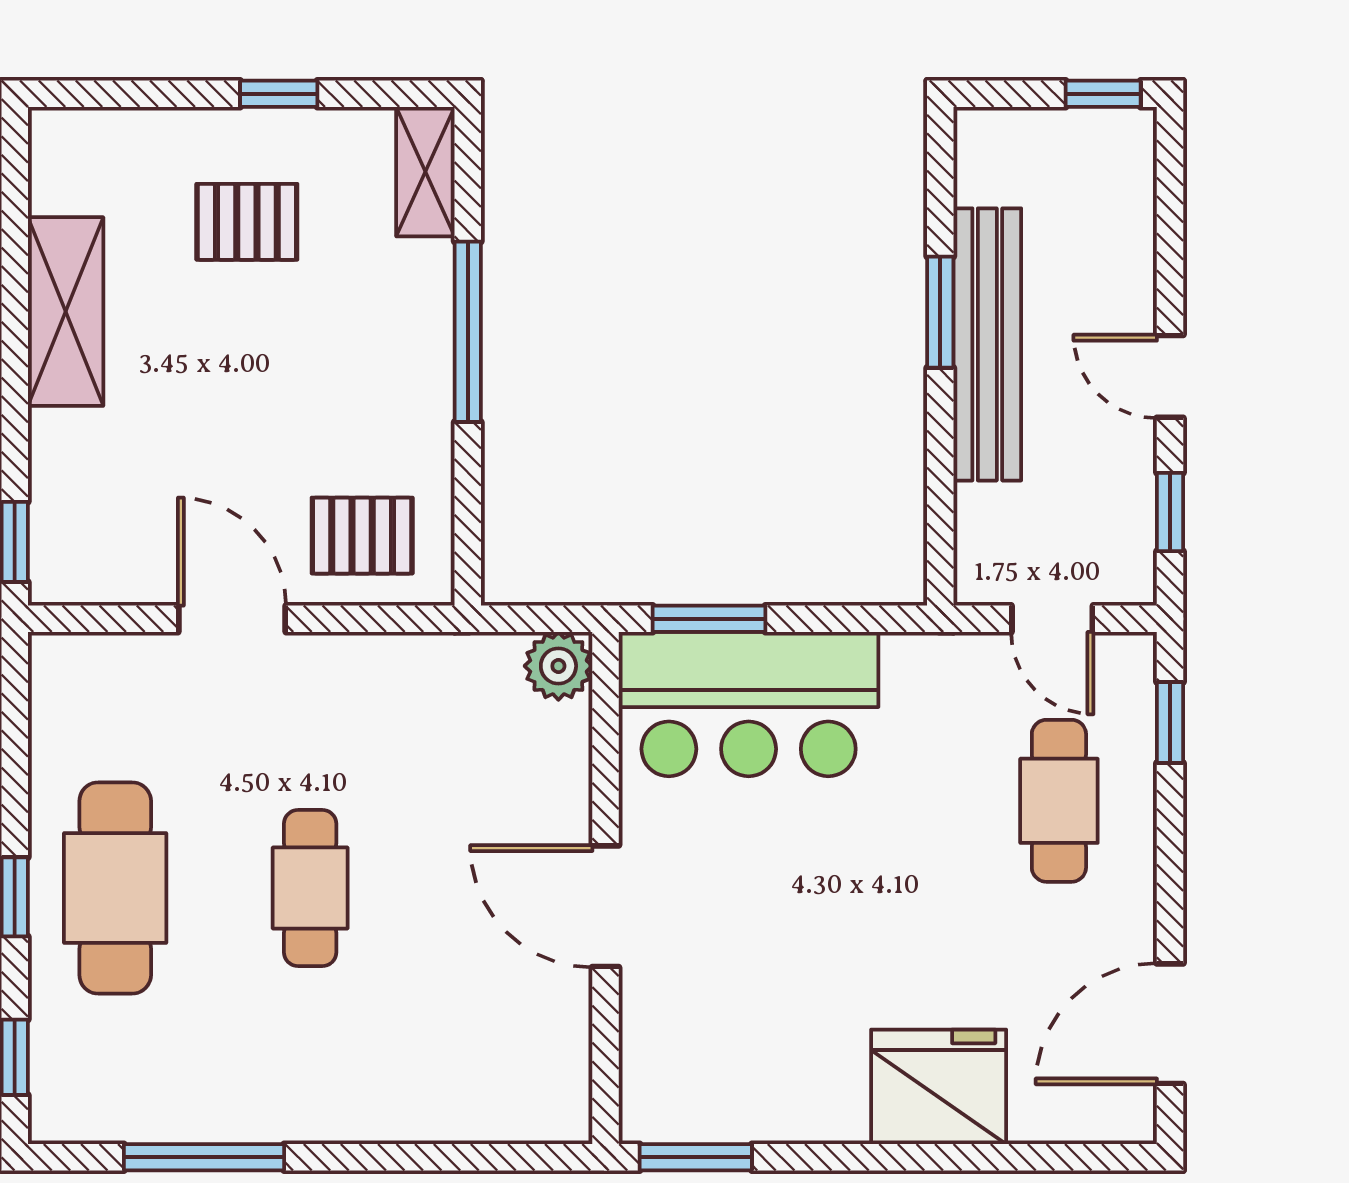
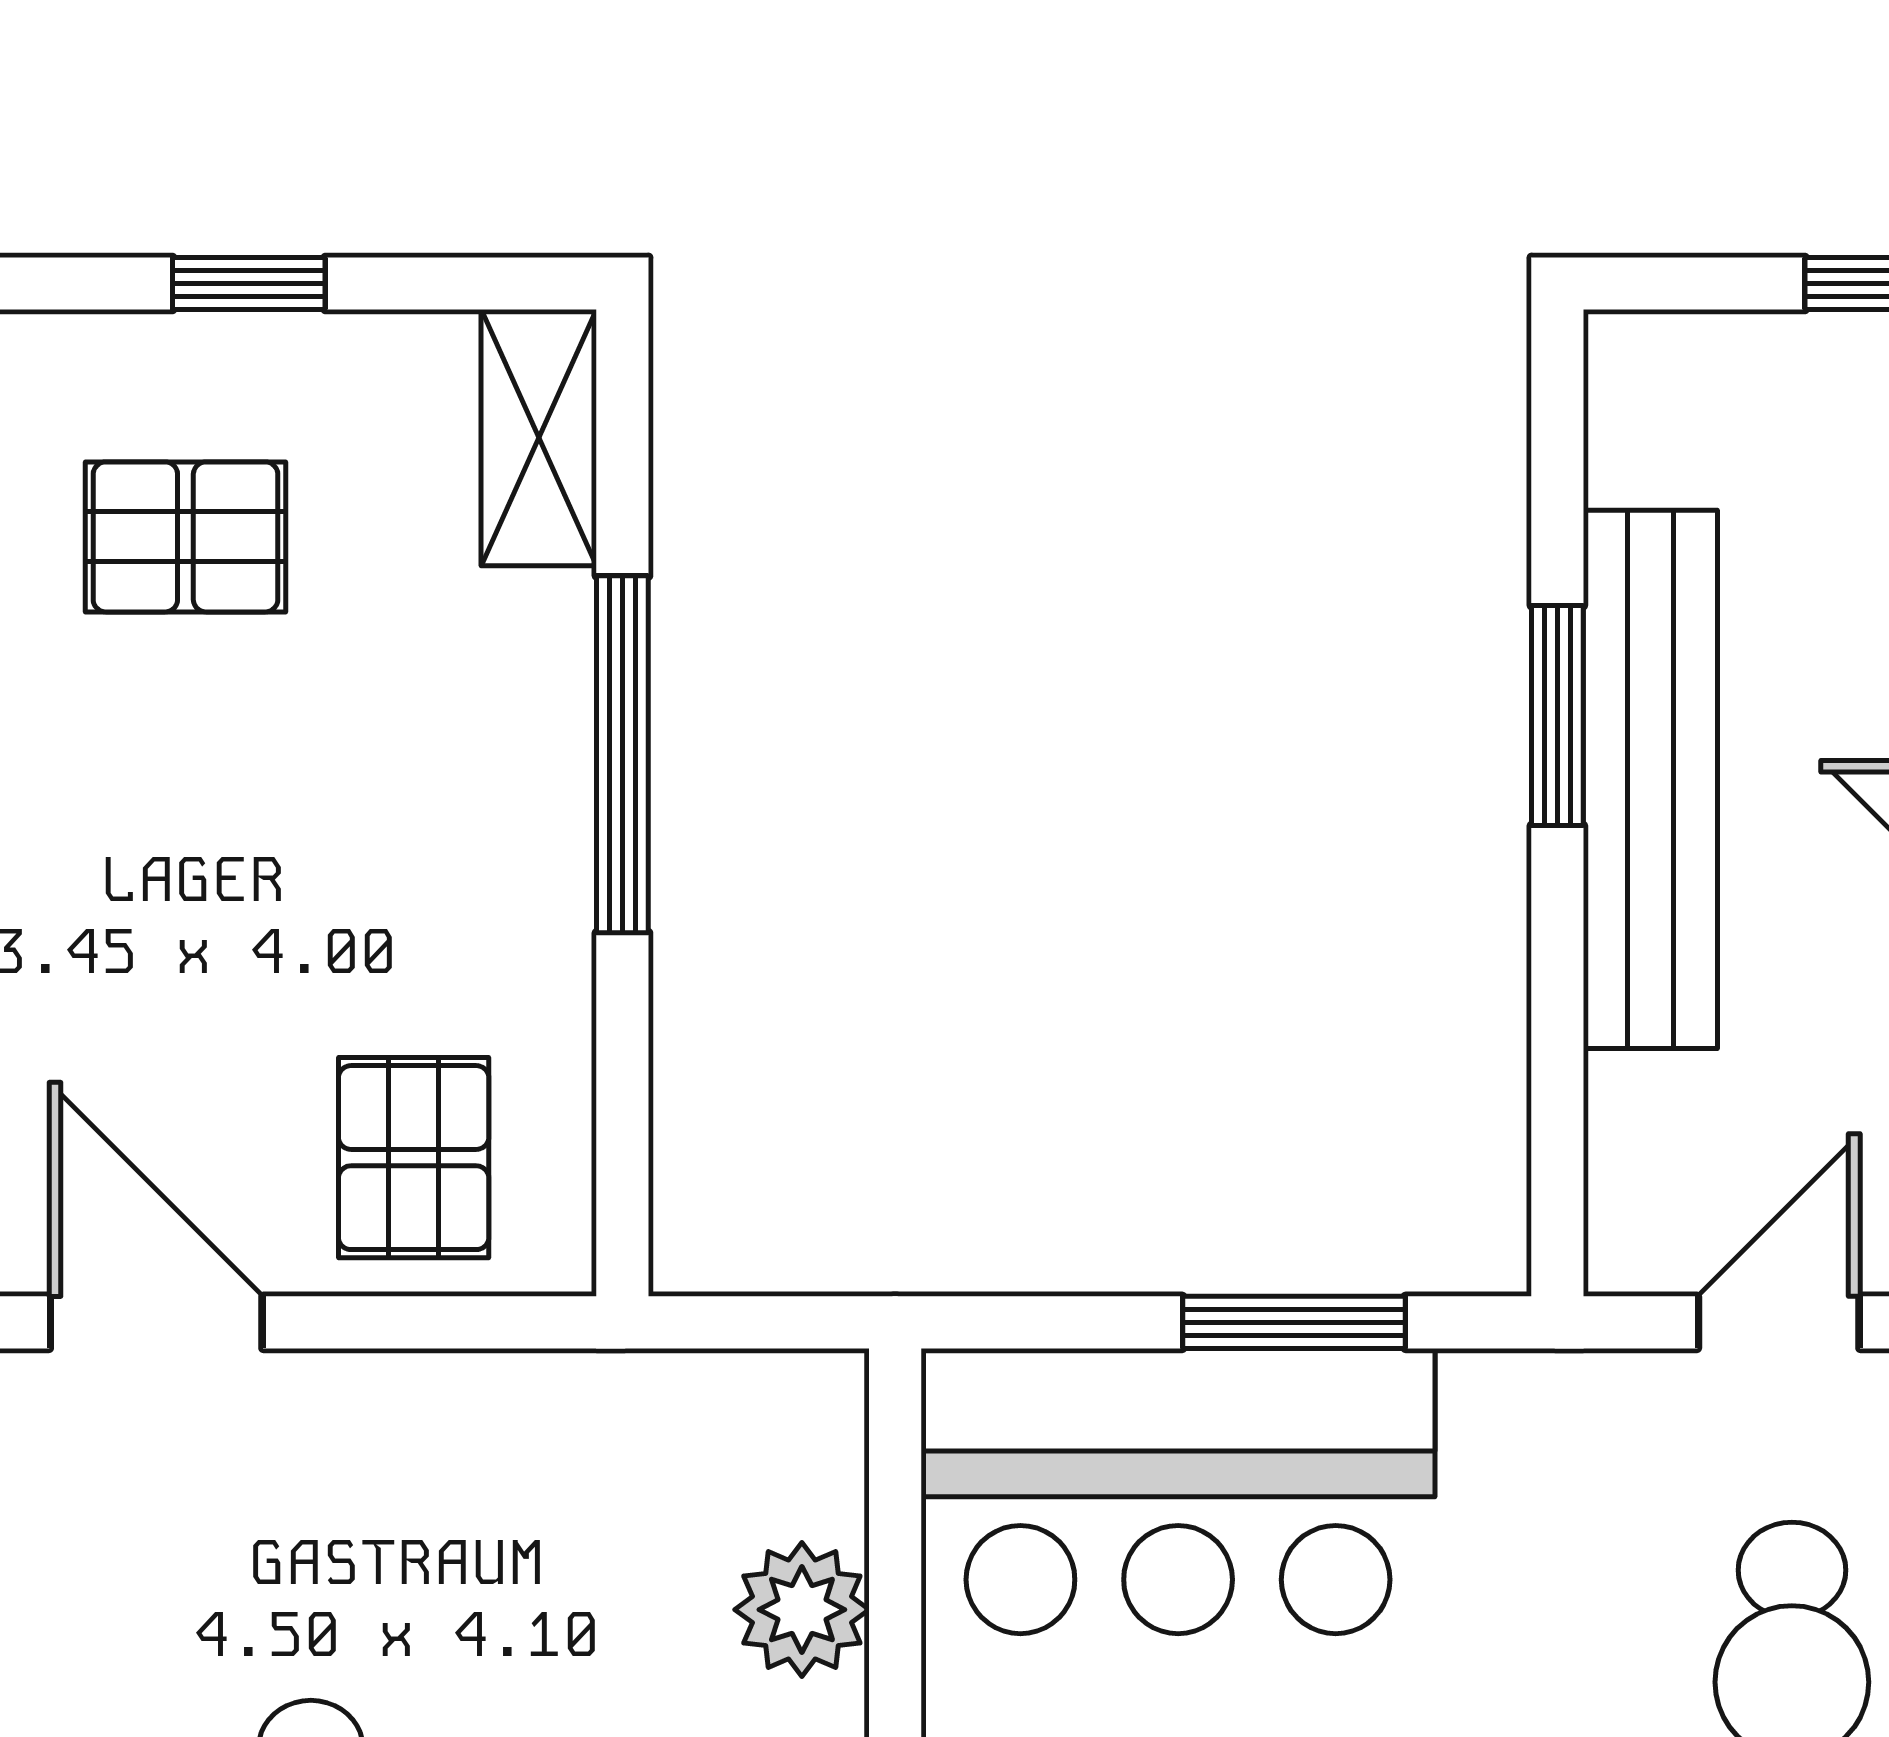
pallet: (362, 536) -> (414, 1158), turned 90
window: (709, 619) -> (1294, 1322), moved
door: (1052, 619) -> (1779, 1322), swing flipped
plant: (558, 666) -> (802, 1610), moved

